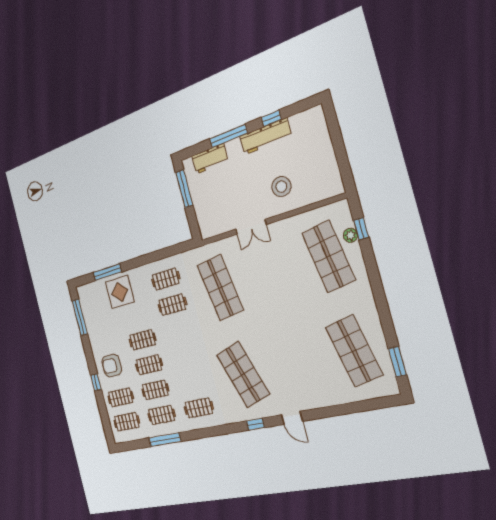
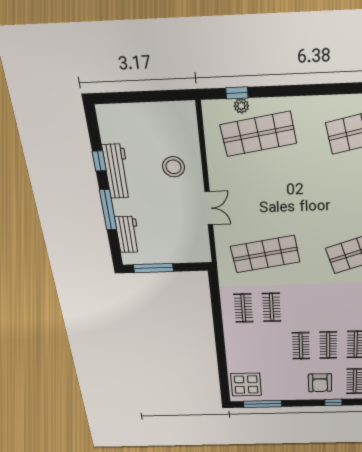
window: (107, 272) -> (222, 366), removed
display table: (120, 292) -> (246, 385), moved

